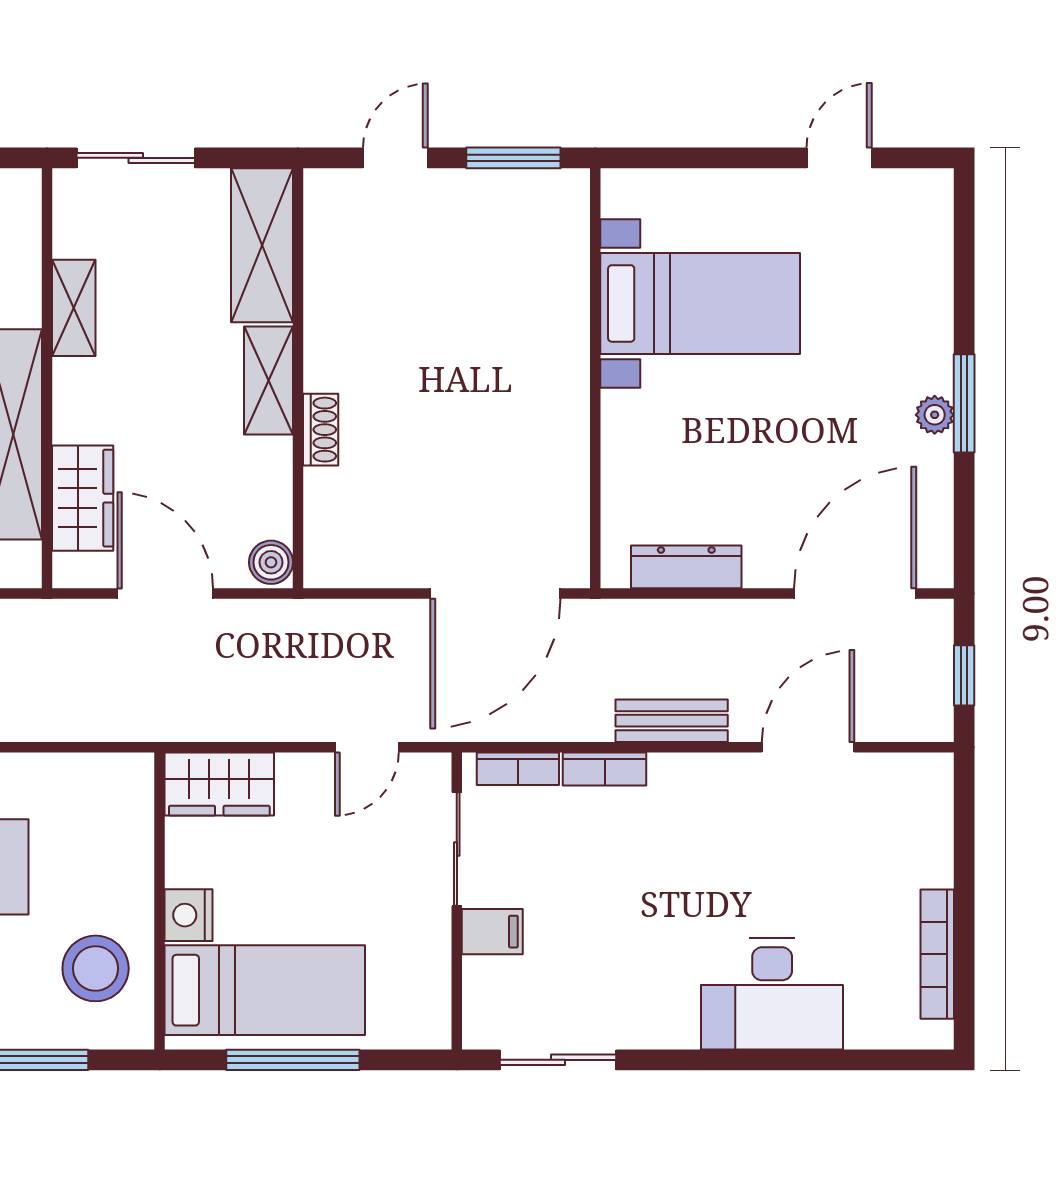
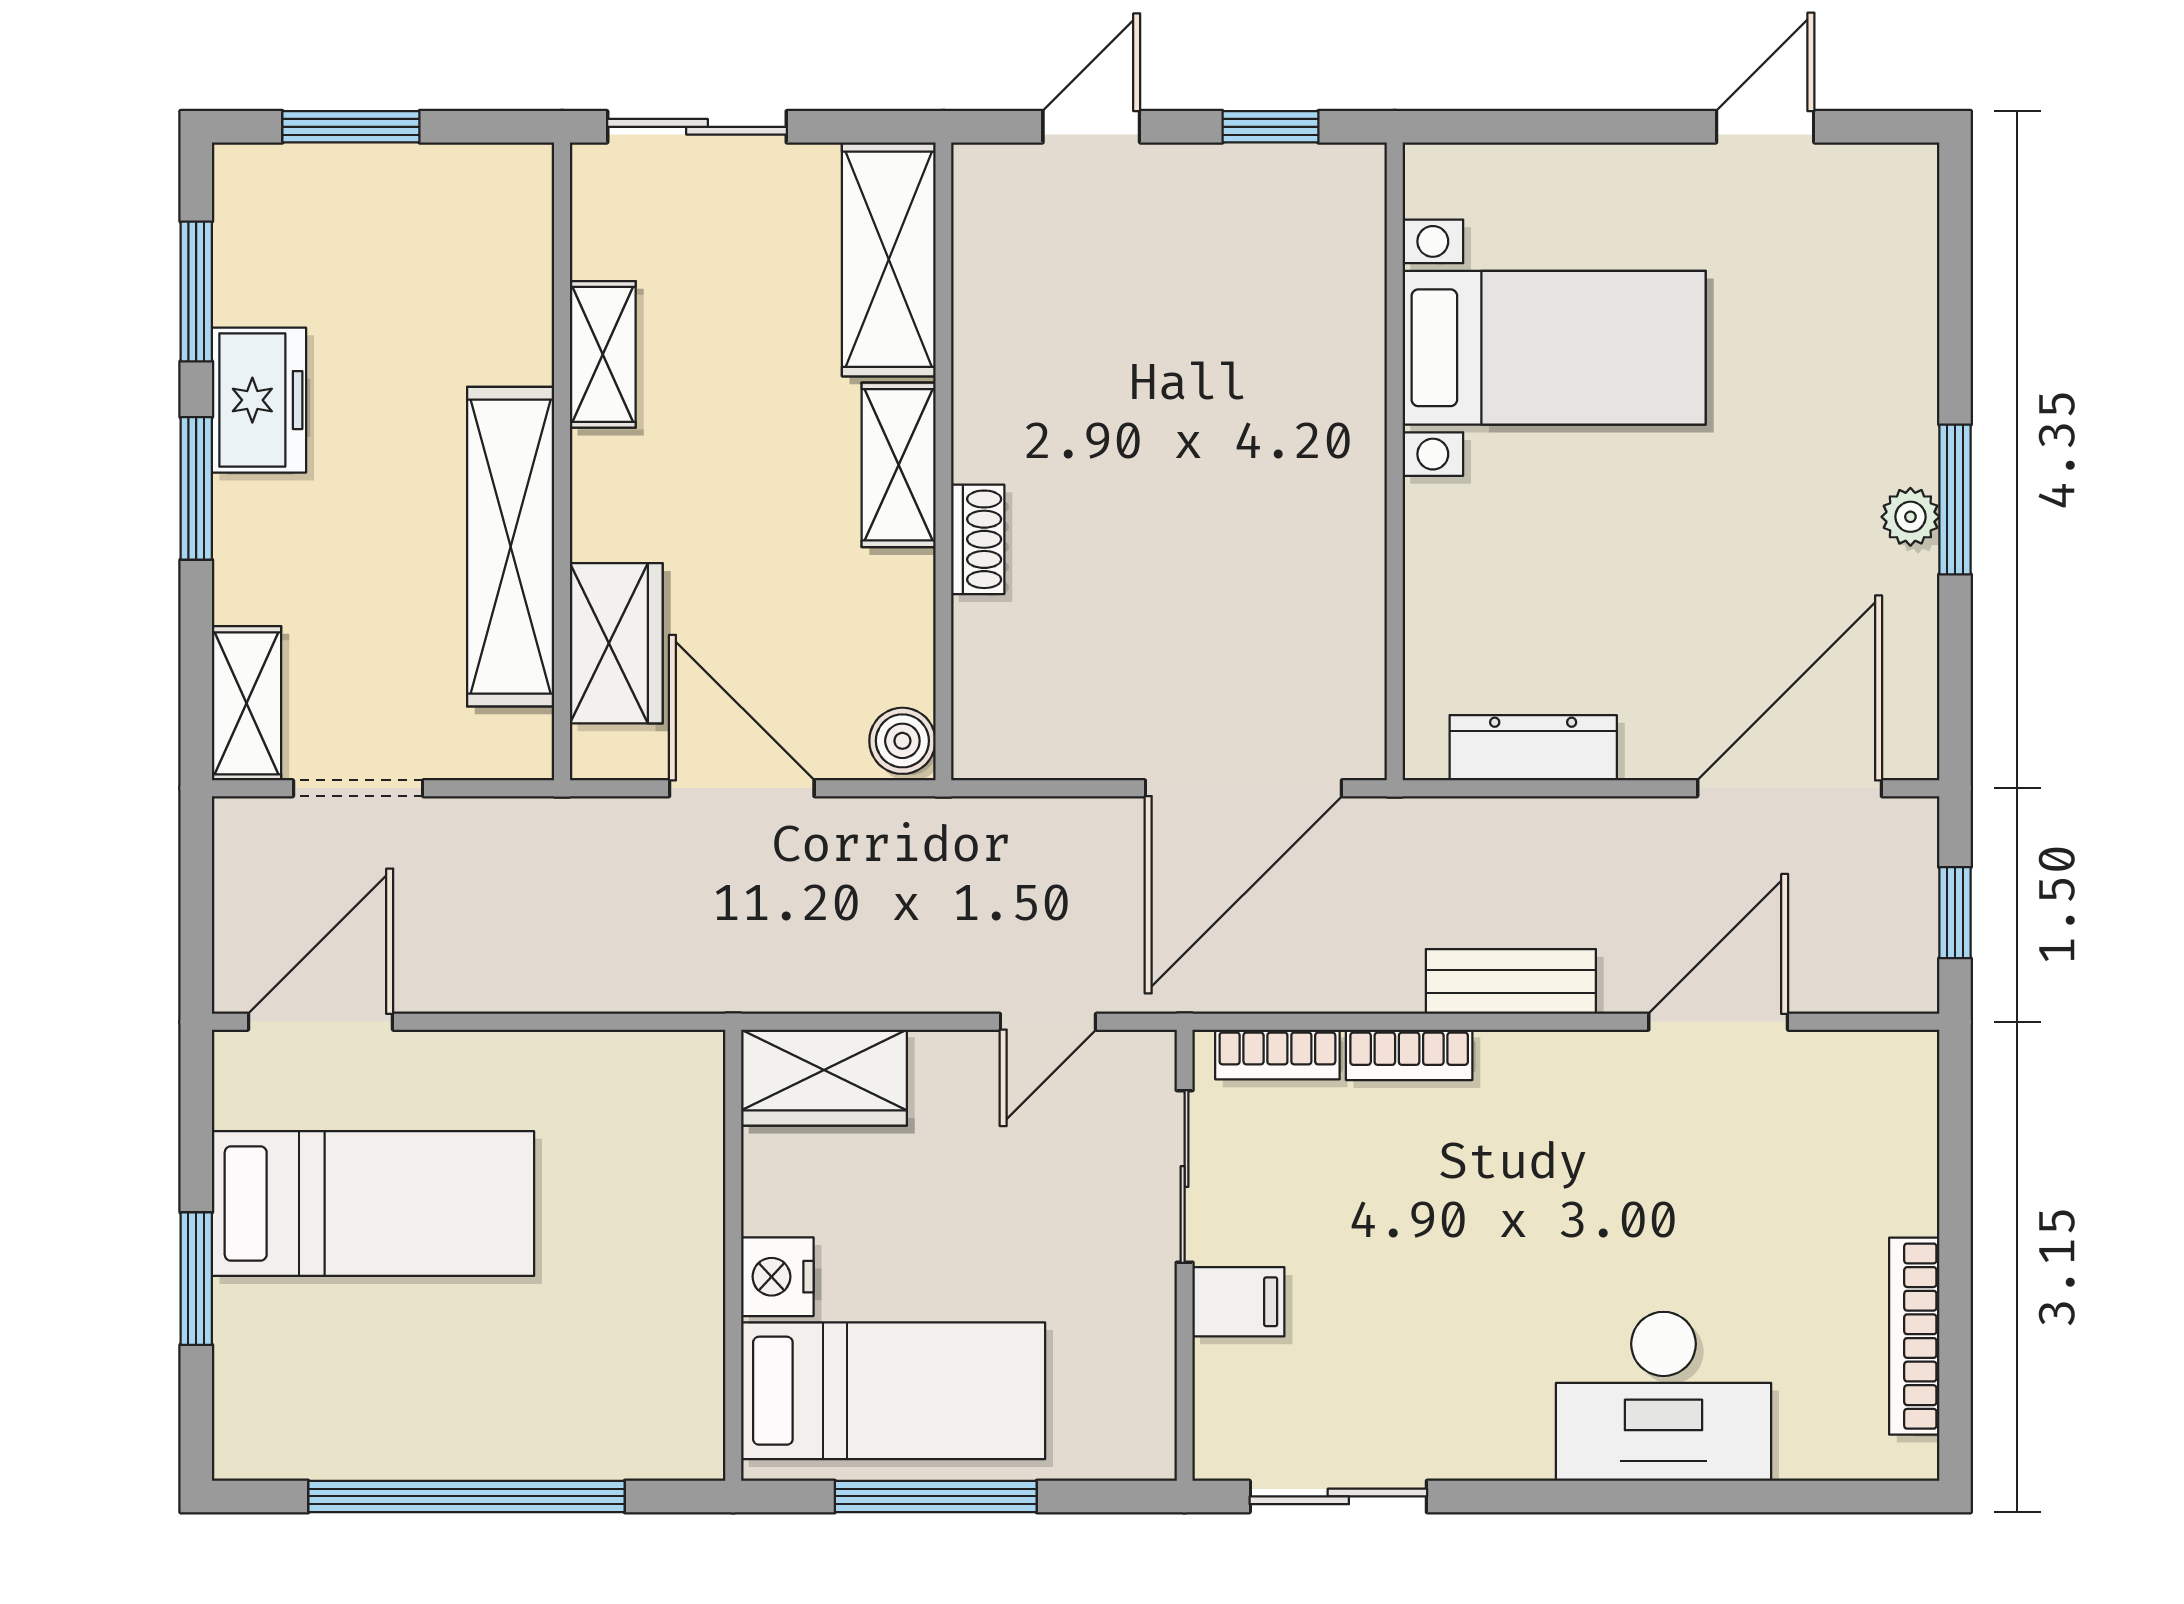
window: (513, 158) -> (1270, 127), width x0.67
stool: (96, 968) -> (636, 1358), removed

